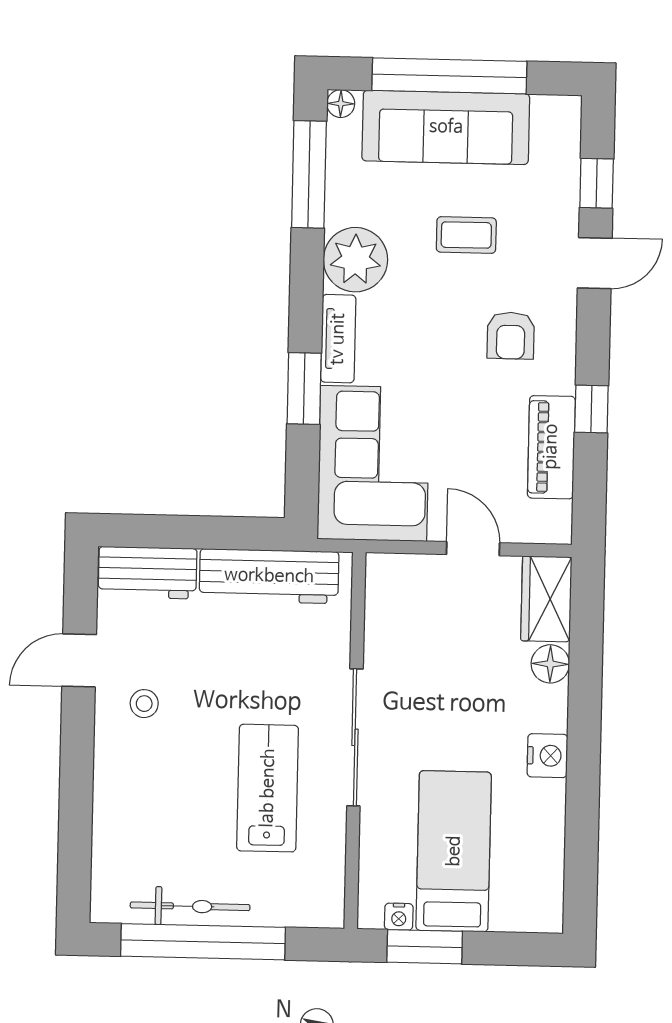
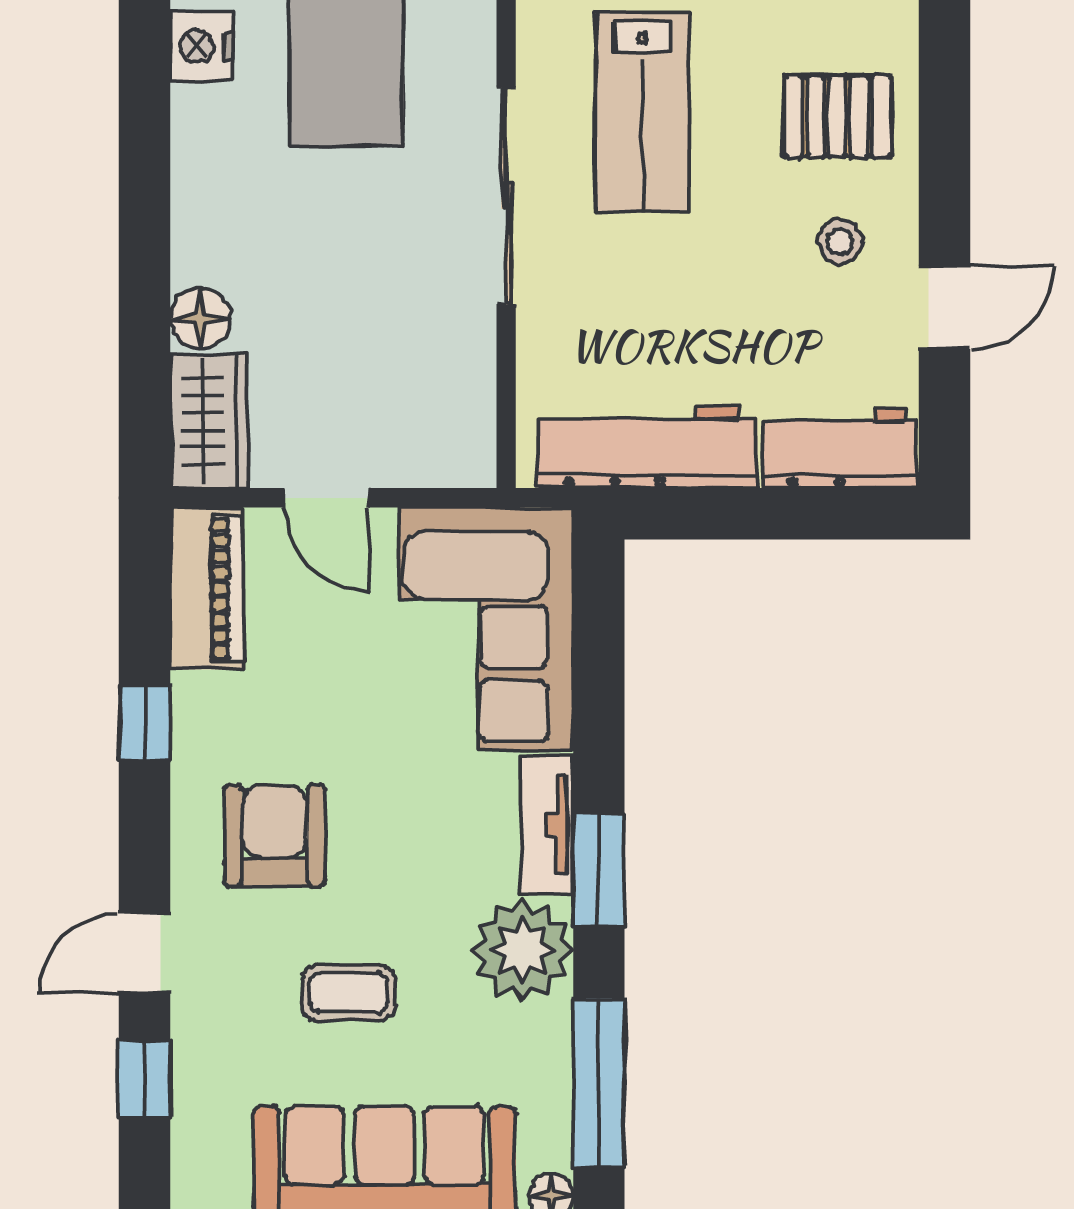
armchair: (511, 336) -> (275, 836), width x1.38, depth x1.38
window: (304, 388) -> (599, 870), moved
piano: (551, 447) -> (206, 588), moved
nightstand: (547, 756) -> (202, 46), moved
pallet: (144, 783) -> (837, 116), added

